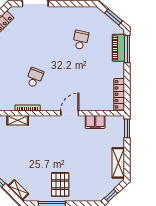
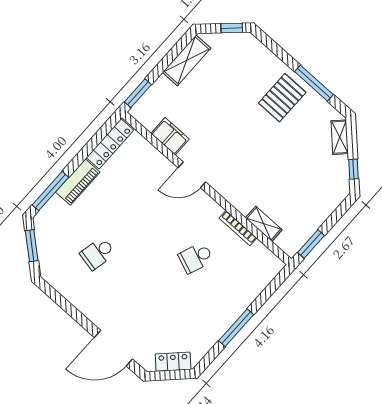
piano: (118, 48) -> (78, 182), moved

